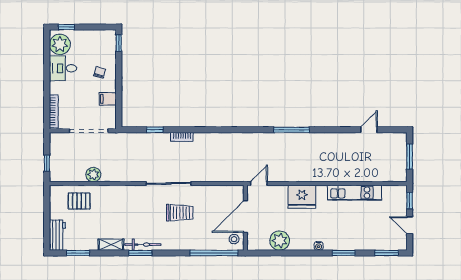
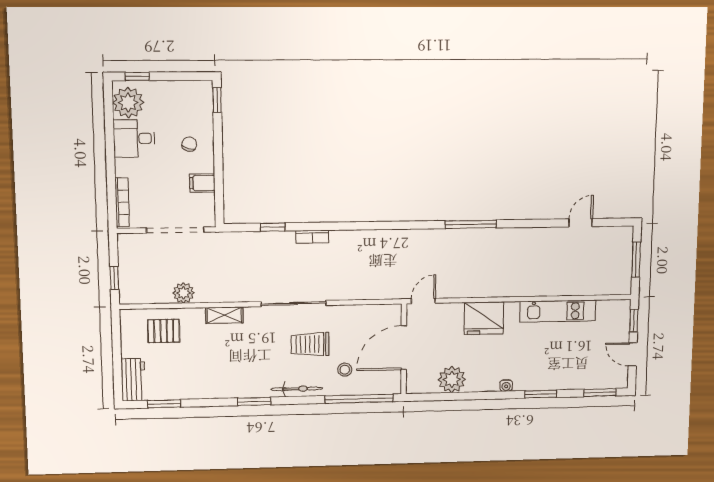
trolley: (180, 213) -> (310, 344), turned 180
stool: (234, 239) -> (345, 370), moved
shelving: (111, 245) -> (224, 315), moved
bicycle: (143, 245) -> (297, 389), moved

